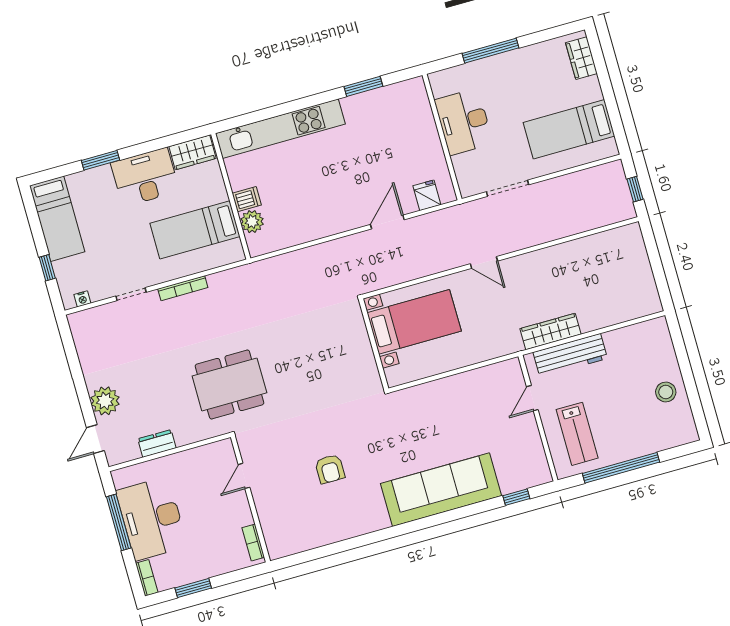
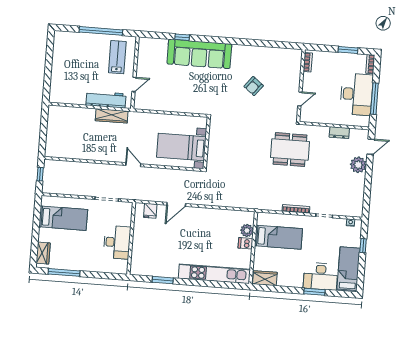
window: (491, 51) -> (64, 272), moved
desk: (145, 177) -> (321, 276), moved
stool: (666, 392) -> (63, 62), removed
armchair: (330, 469) -> (254, 86), turned -142
window: (516, 497) -> (182, 37), moved

